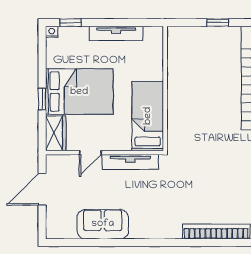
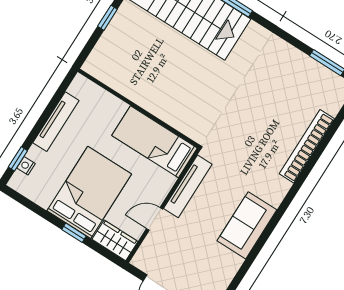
nightstand: (52, 32) -> (26, 166), moved
door: (90, 153) -> (155, 219), swing flipped
sofa: (103, 224) -> (247, 225), moved

